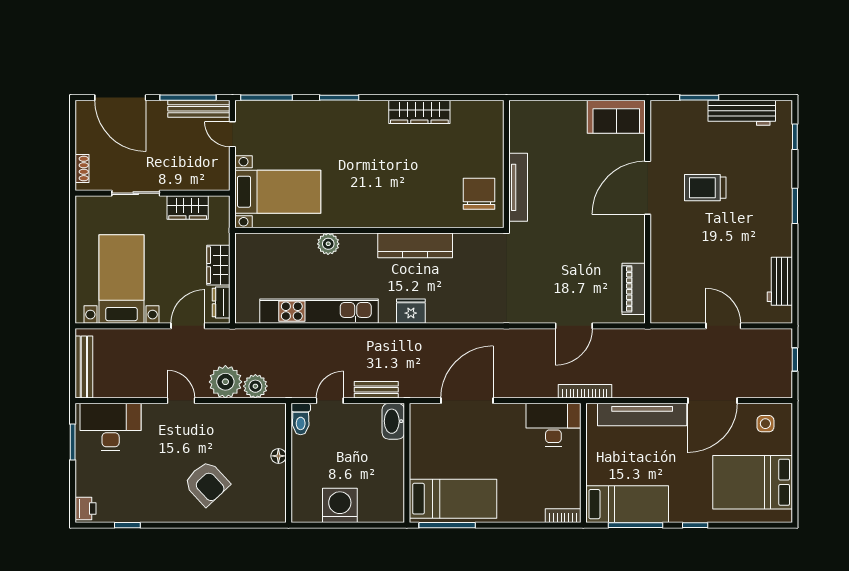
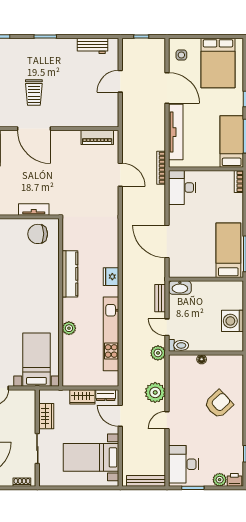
tv unit: (518, 187) -> (34, 209), width x0.71
plant: (255, 386) -> (158, 353), moved
plant: (86, 485) -> (220, 480), added

